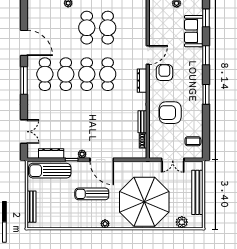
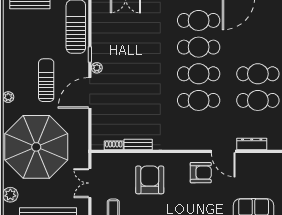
dresser: (142, 81) -> (252, 144), moved
dresser: (51, 153) -> (98, 28), removed

